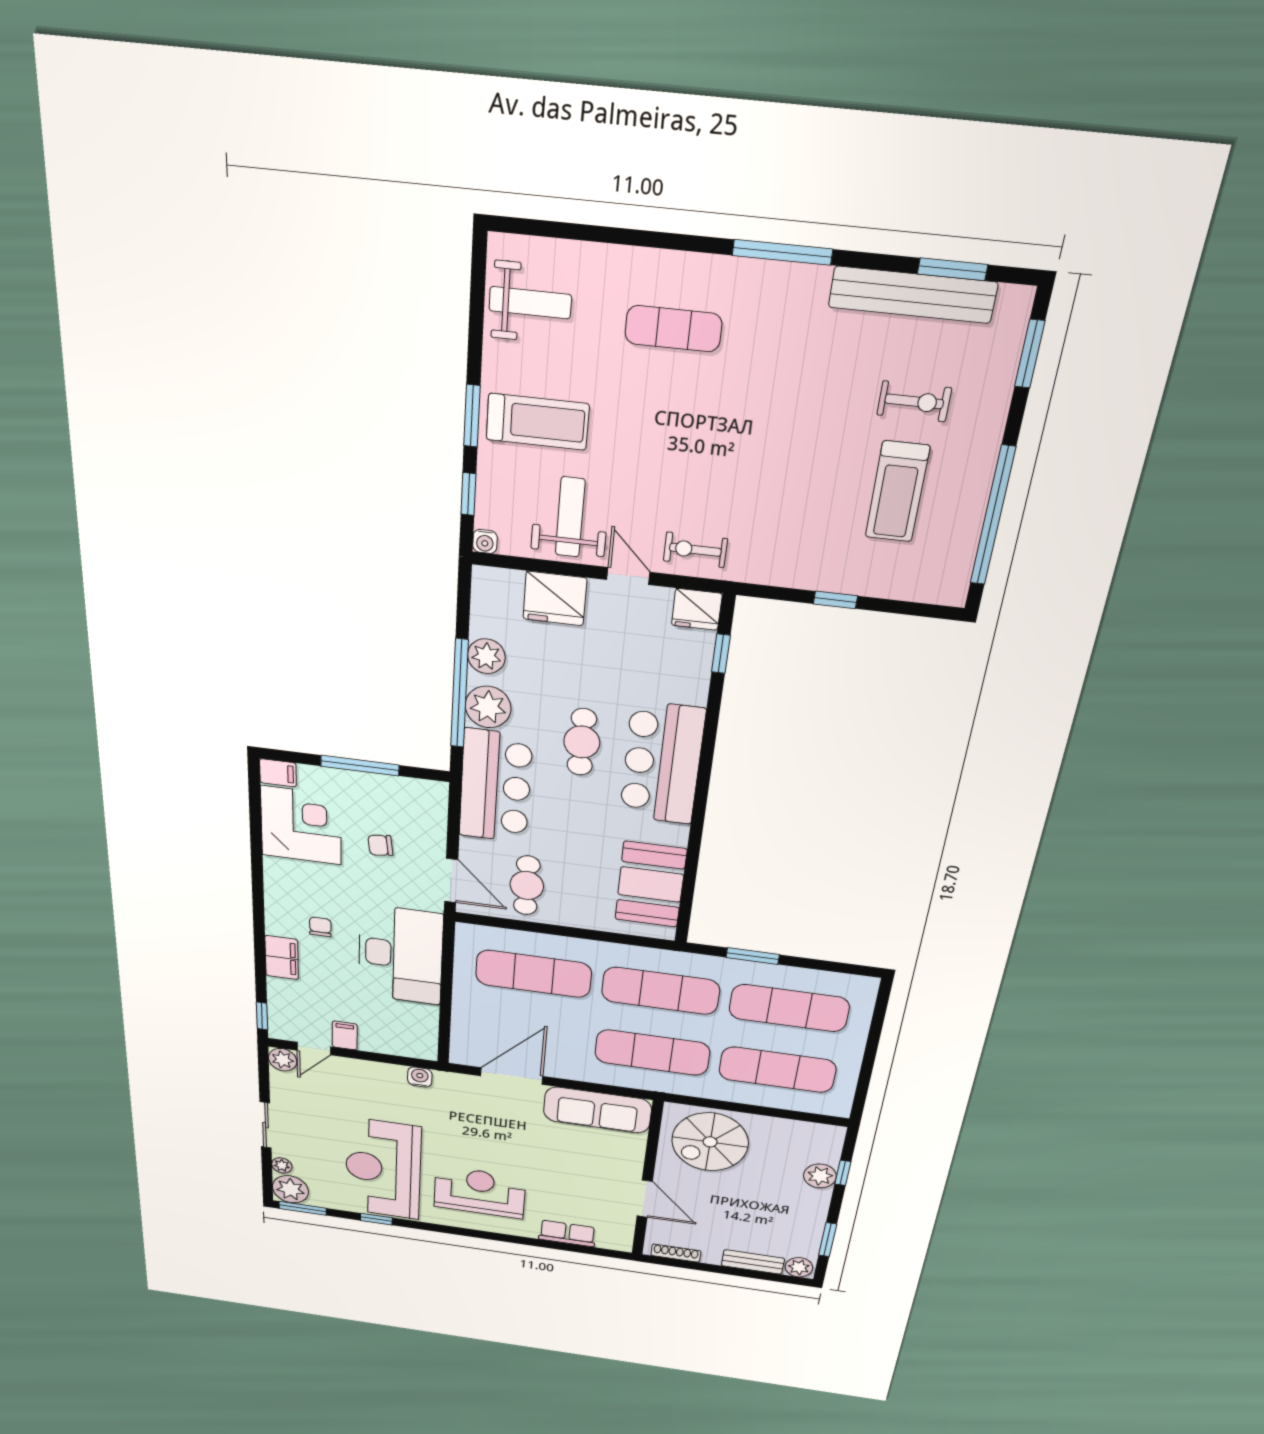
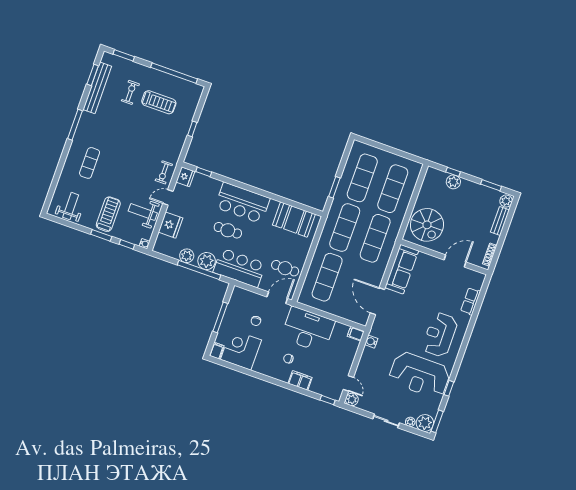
filing cabinet: (345, 1035) -> (356, 334), moved

